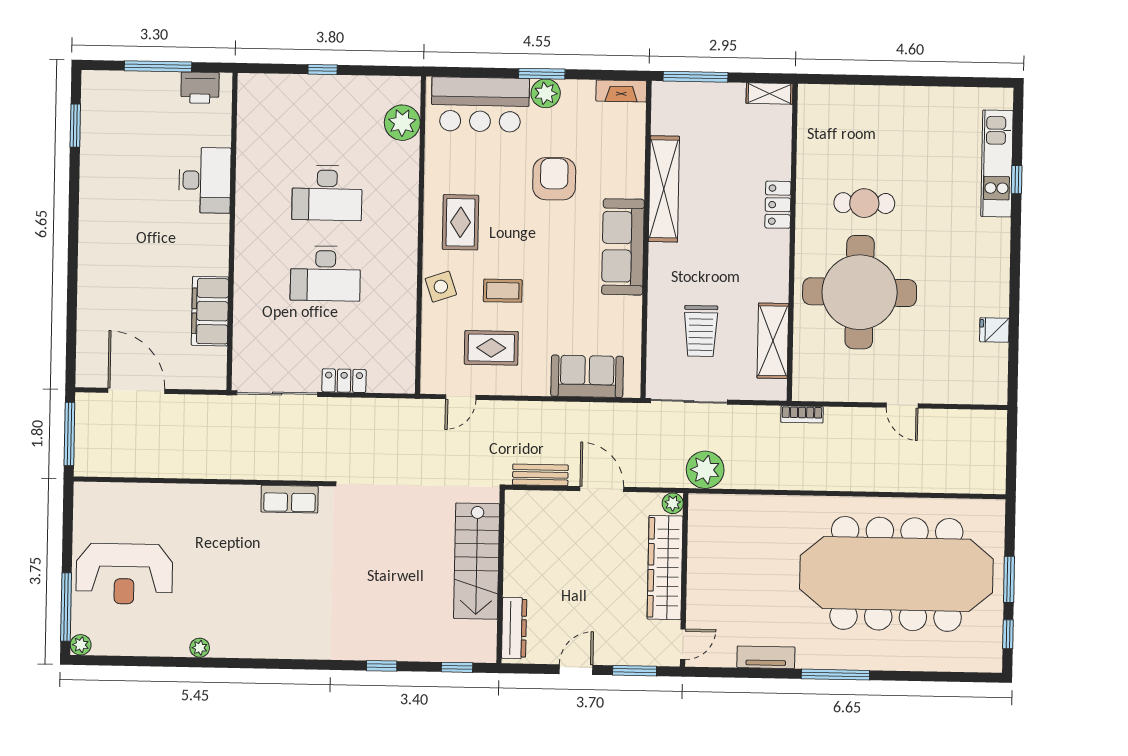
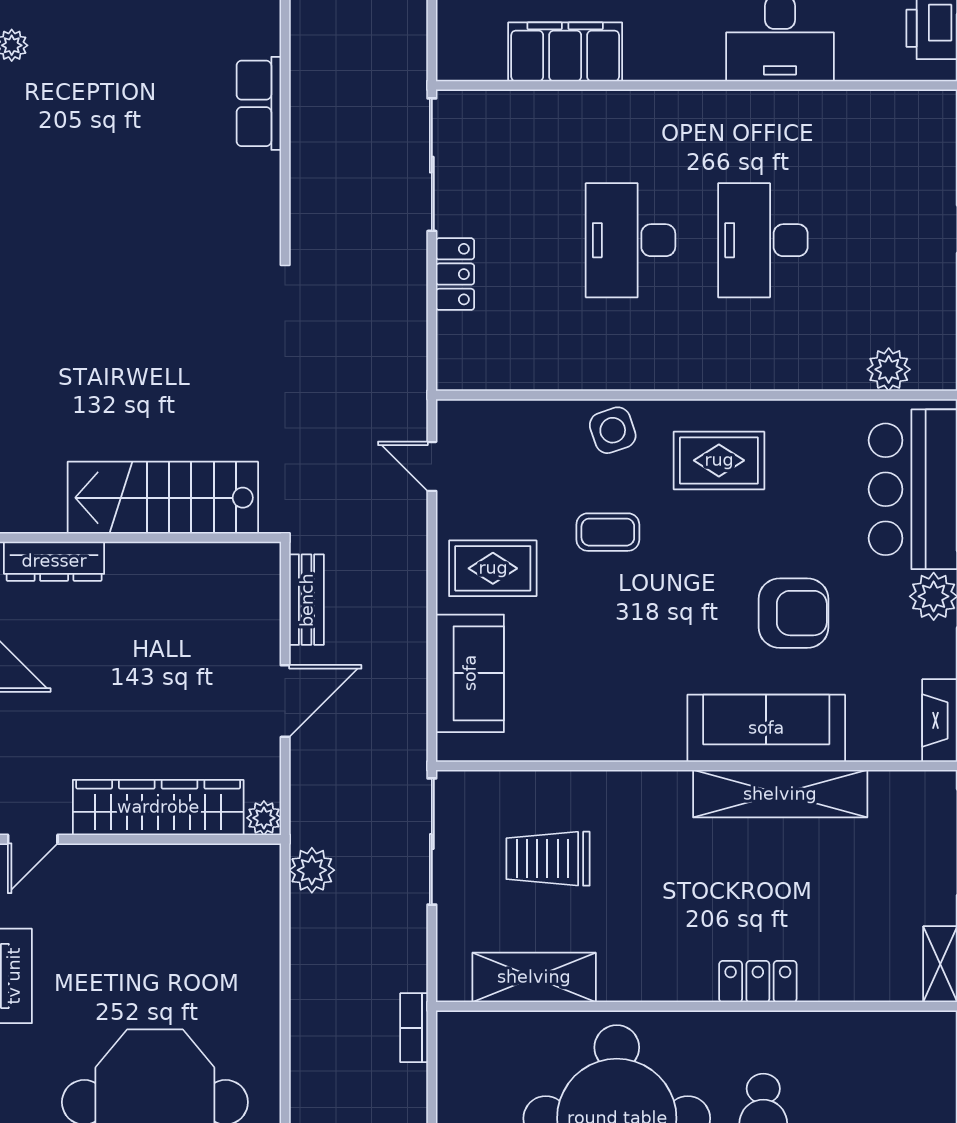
plant: (402, 123) -> (889, 369), width x0.73, depth x0.73
sofa: (623, 247) -> (766, 728), moved
coffee table: (503, 291) -> (608, 532), turned 90
rug: (491, 348) -> (493, 568), moved, turned 90
plant: (705, 470) -> (312, 870), width x0.73, depth x0.73
row of seats: (290, 499) -> (259, 103), moved
door: (683, 644) -> (33, 839), hinge flipped

